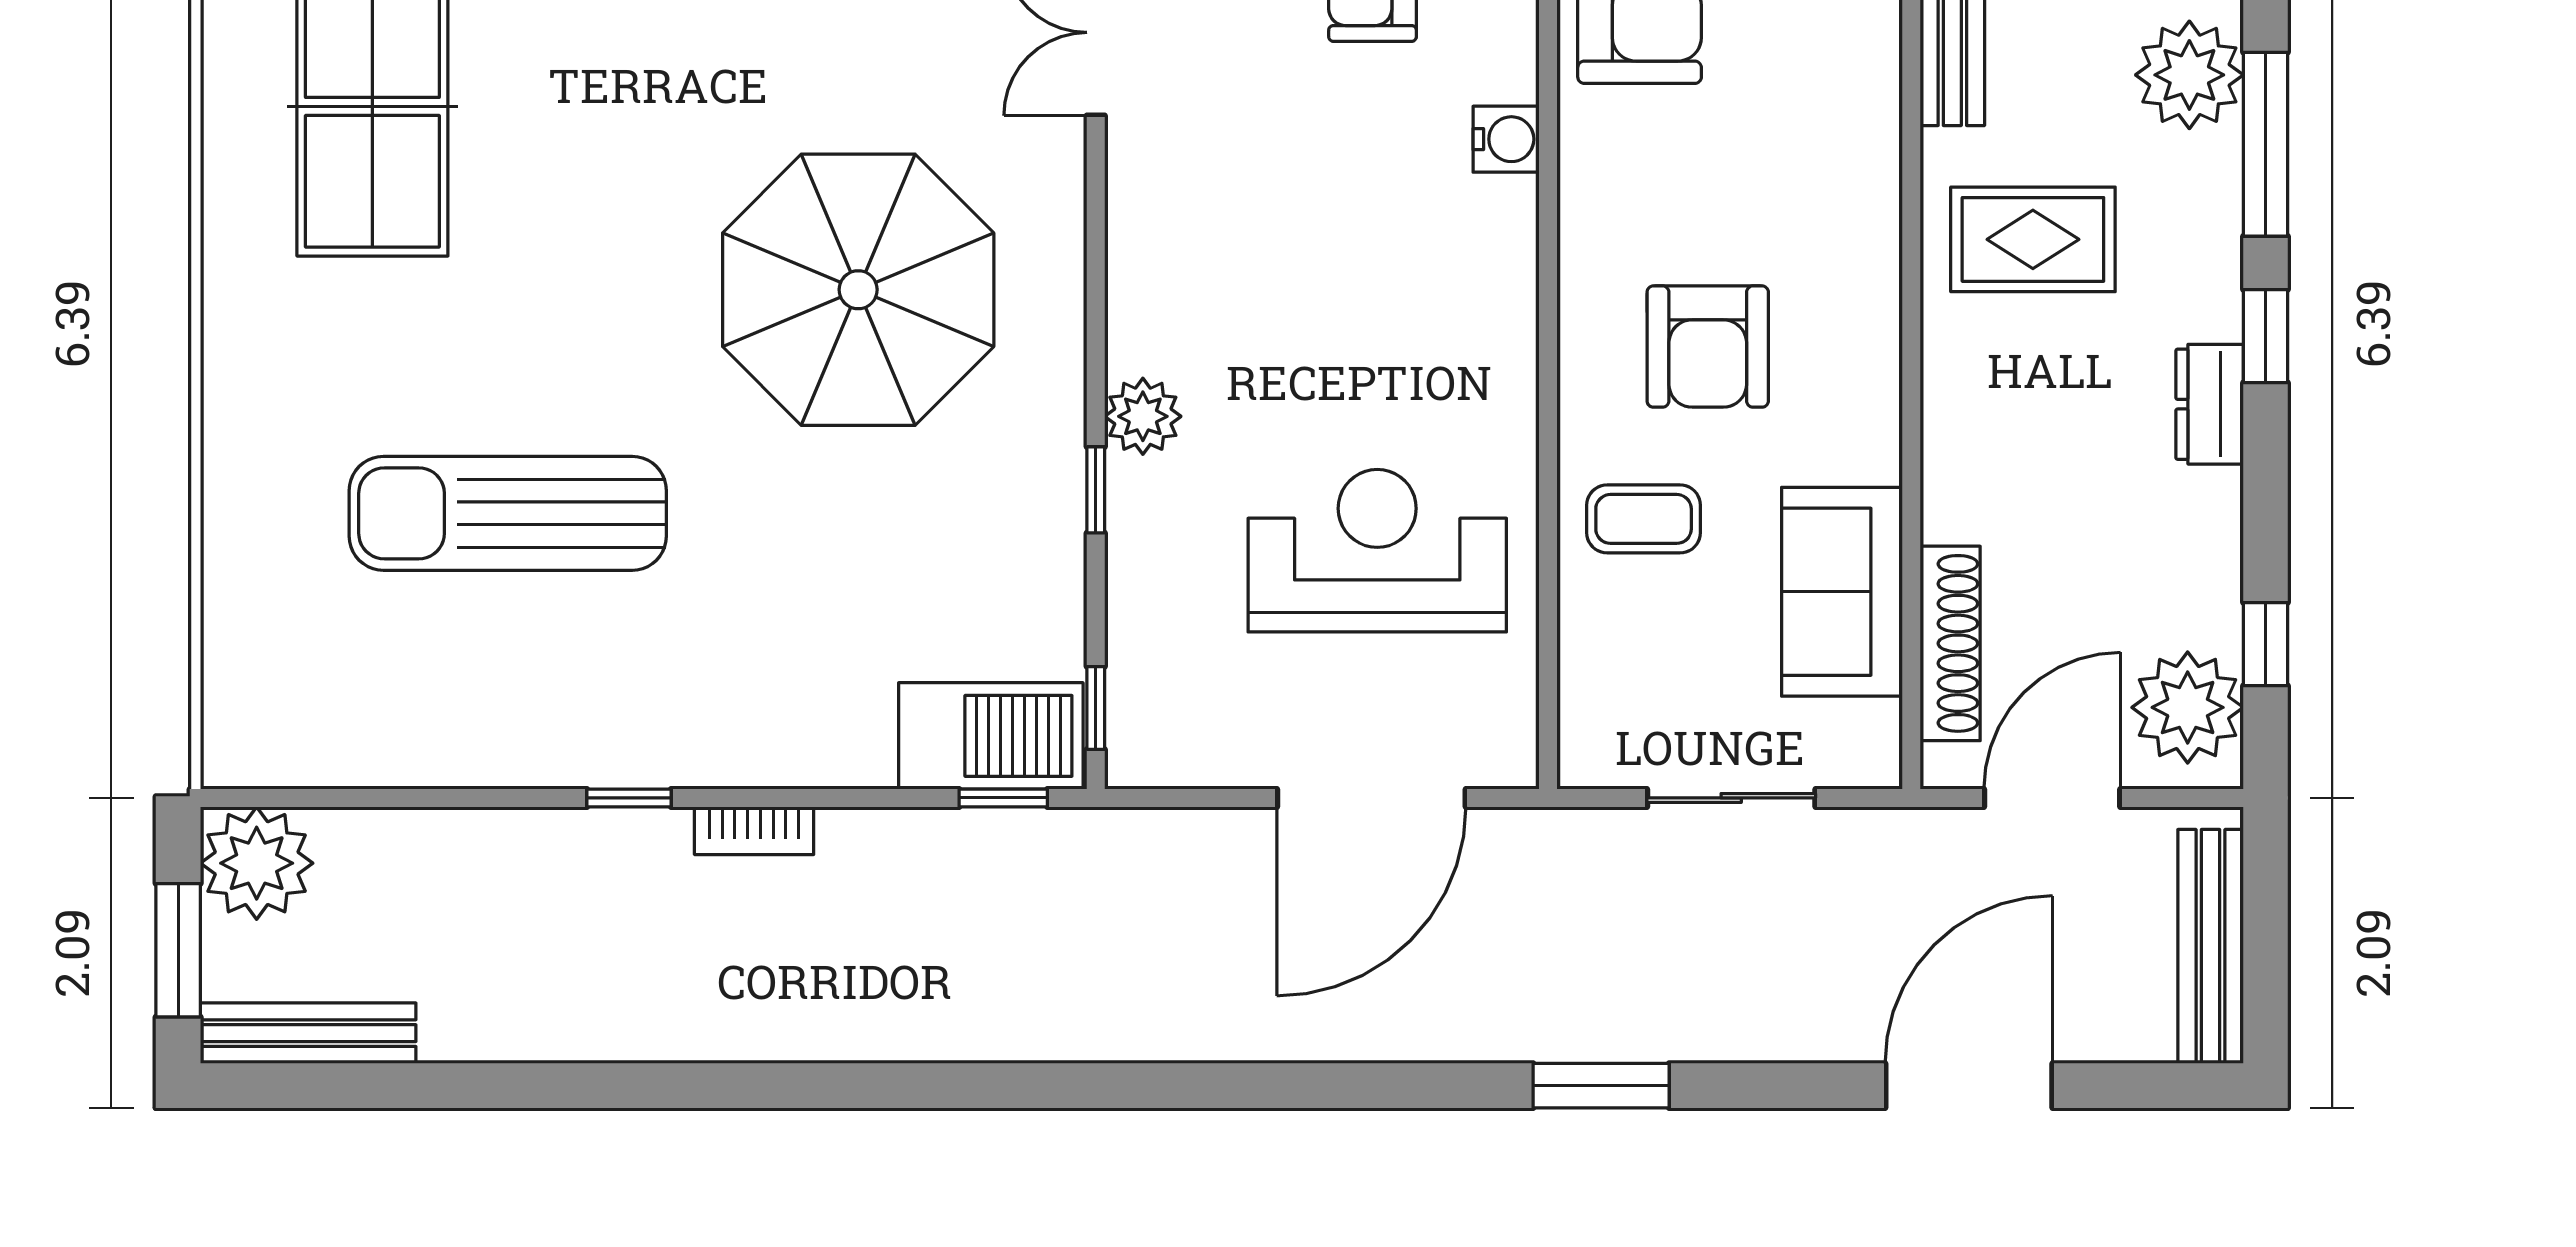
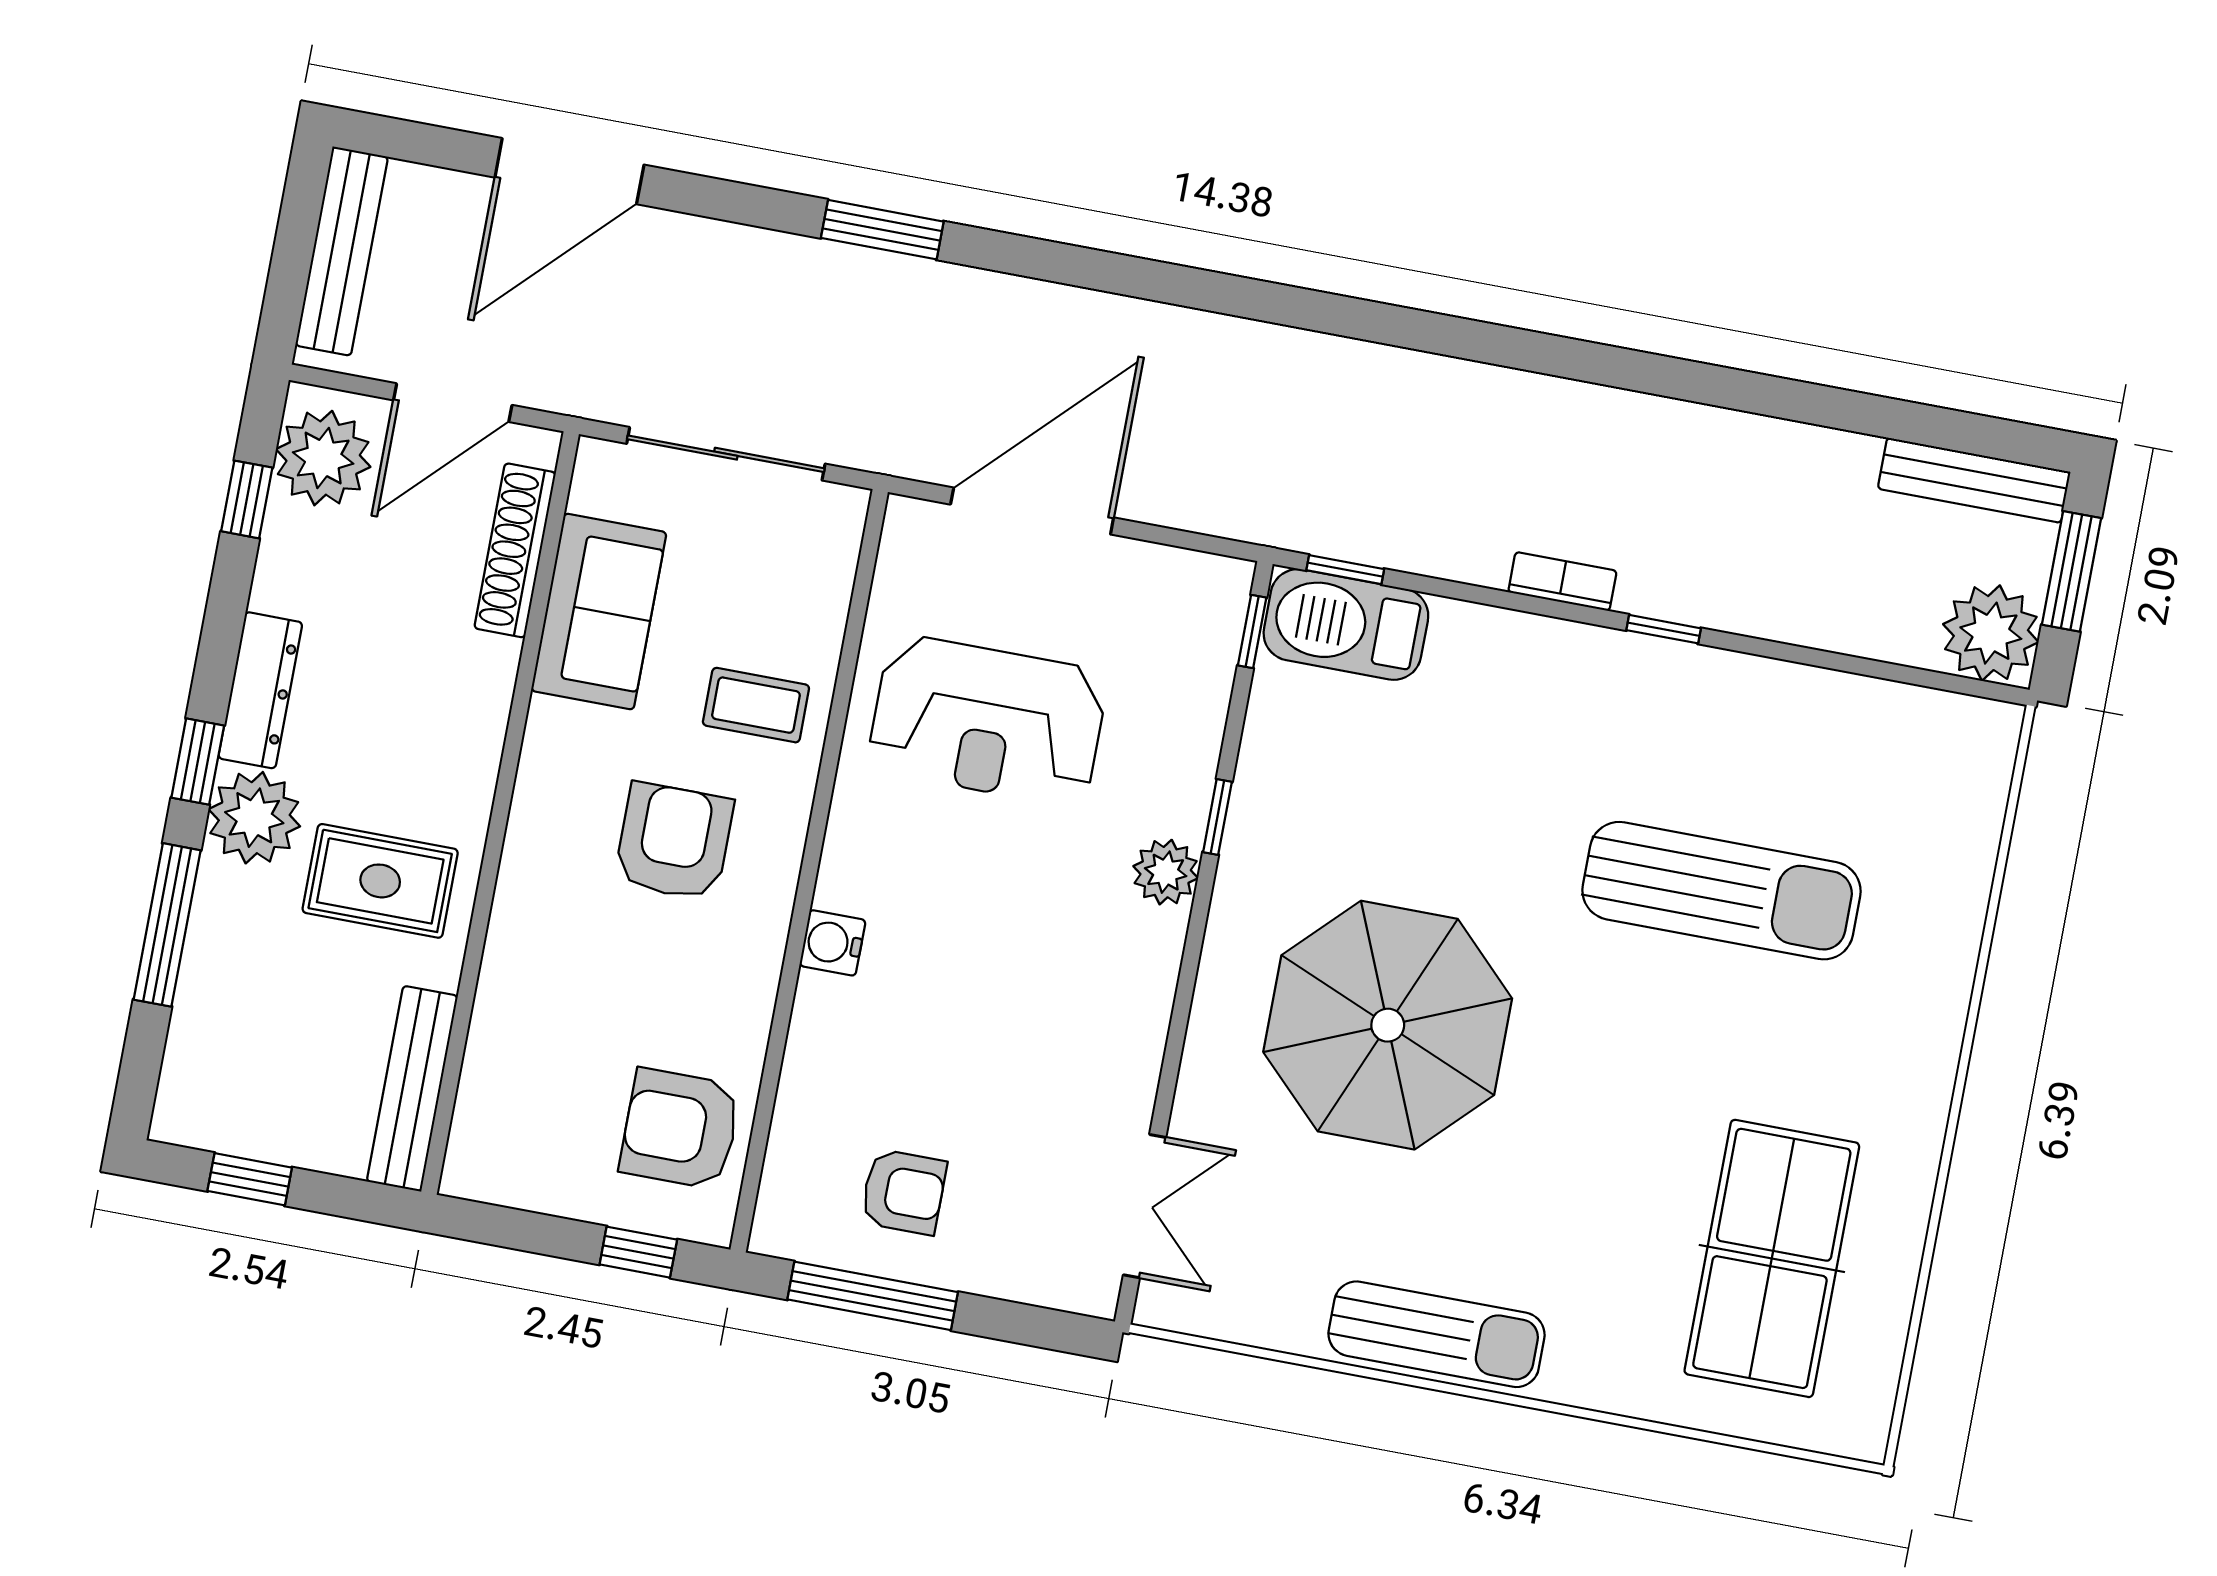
plant: (2189, 75) -> (254, 818), moved
water cooler: (1506, 139) -> (833, 943), moved
dresser: (2210, 404) -> (260, 690), width x1.44
sliding door: (1731, 798) -> (726, 454), width x1.37

